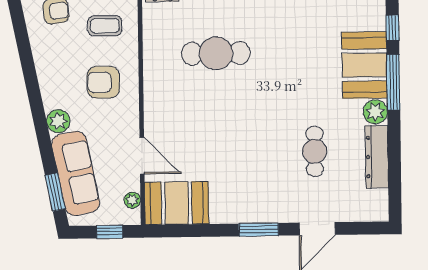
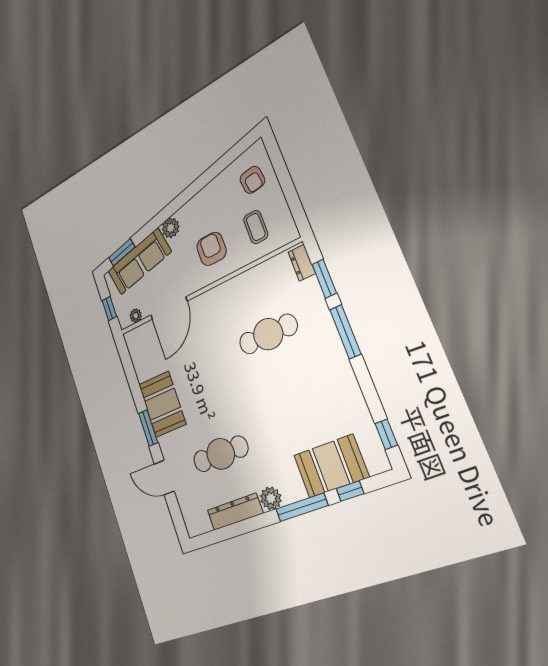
cafe table: (216, 53) -> (268, 334), turned 90
booth: (364, 65) -> (331, 466), moved
cafe table: (315, 151) -> (221, 454), width x1.37, depth x1.35
door: (142, 156) -> (169, 308), width x1.36
booth: (177, 203) -> (162, 404), moved

